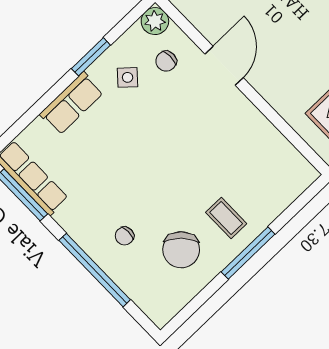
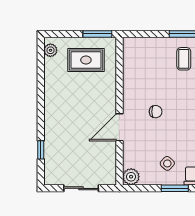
chair: (166, 61) -> (156, 112), moved

